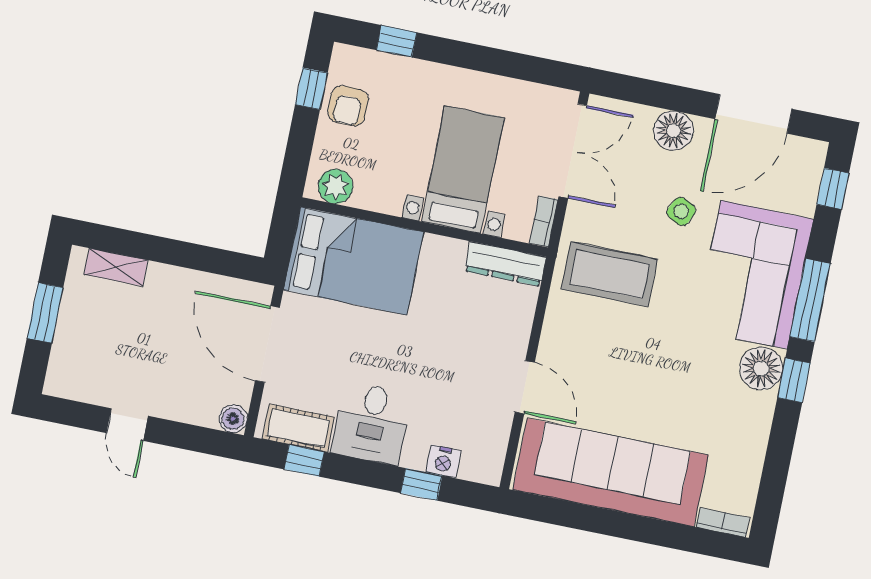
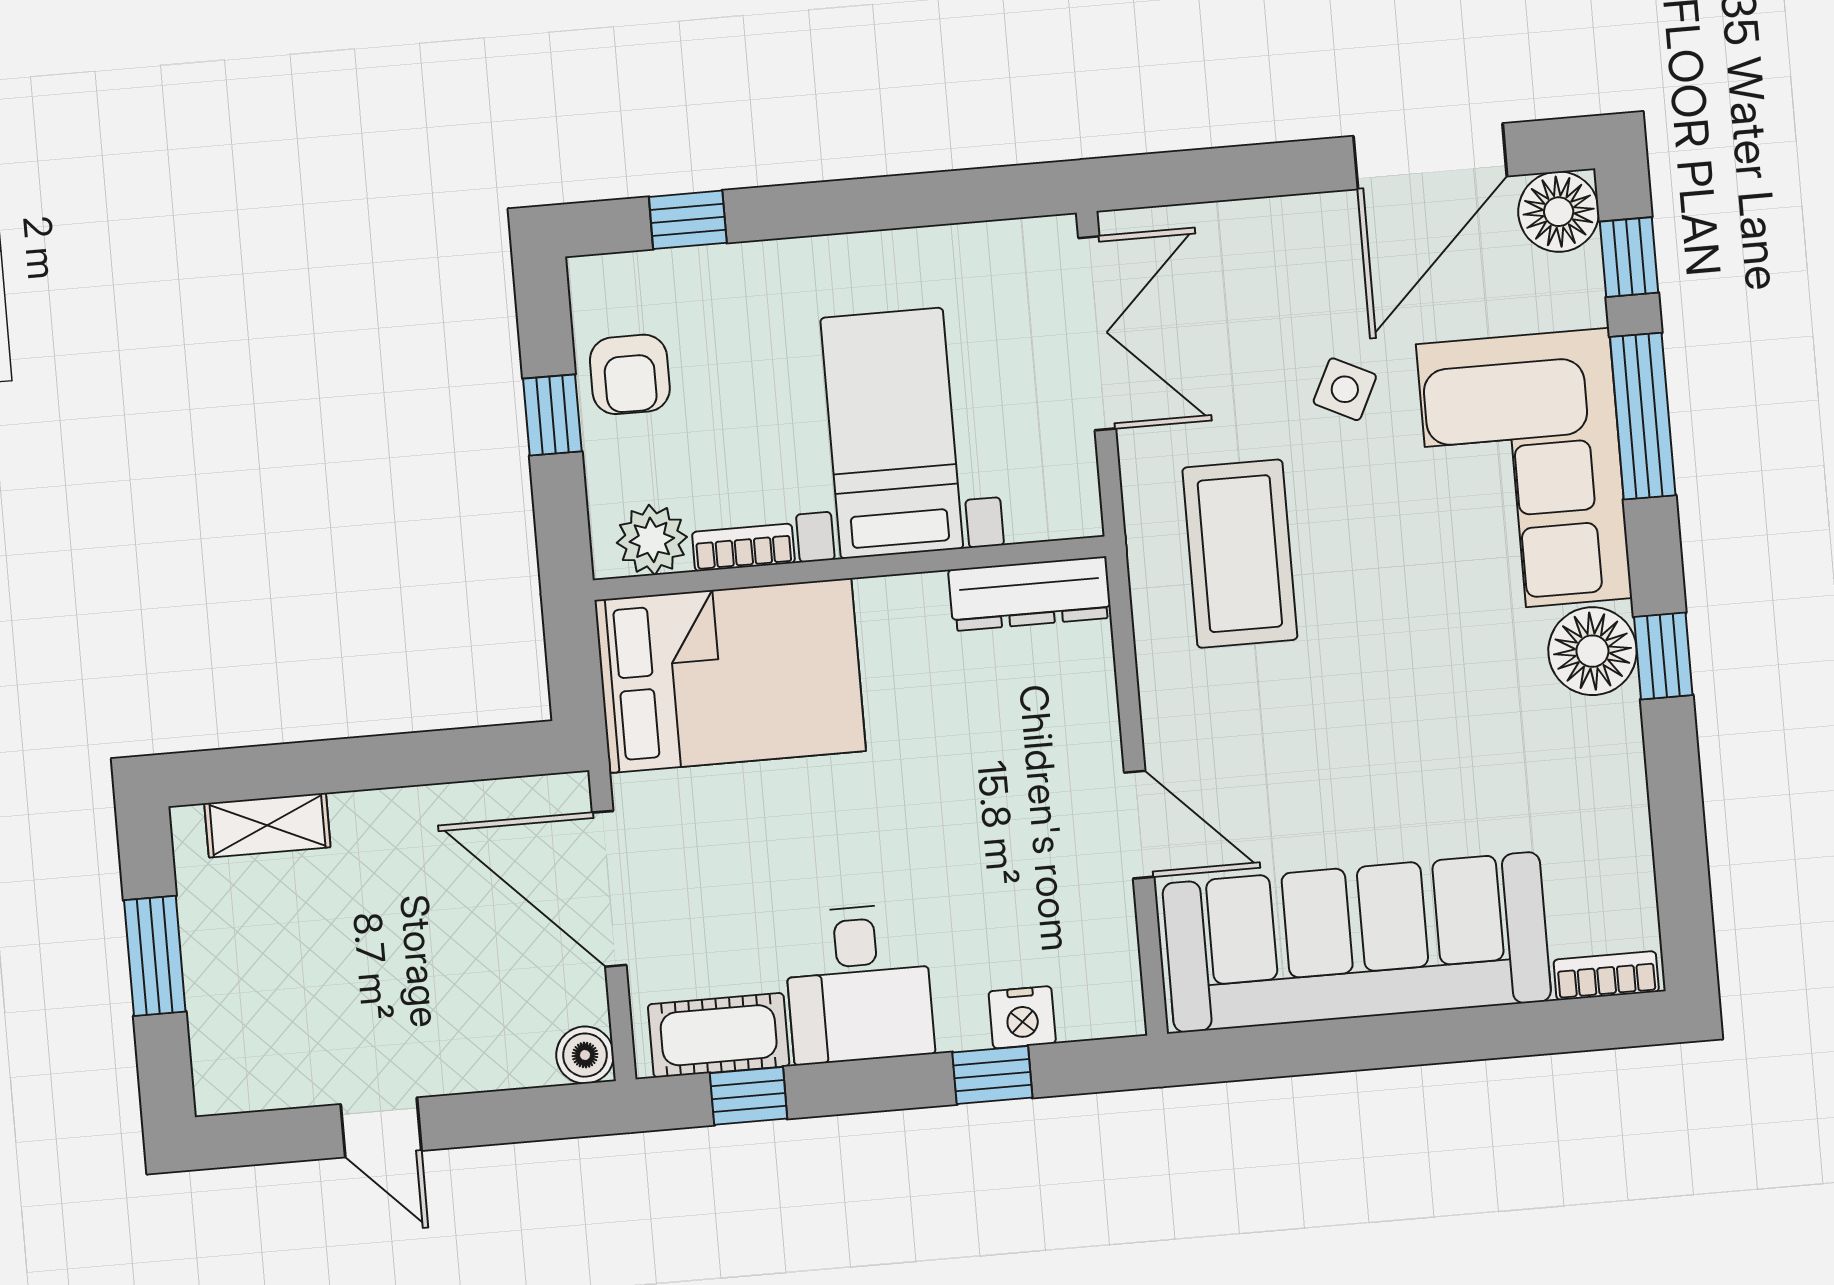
window: (311, 89) -> (552, 415), moved
floor lamp: (673, 131) -> (1559, 212), moved
bookcase: (544, 221) -> (743, 547), moved, turned 90
coffee table: (609, 274) -> (1240, 554), turned 90
window: (810, 300) -> (1643, 416), moved

